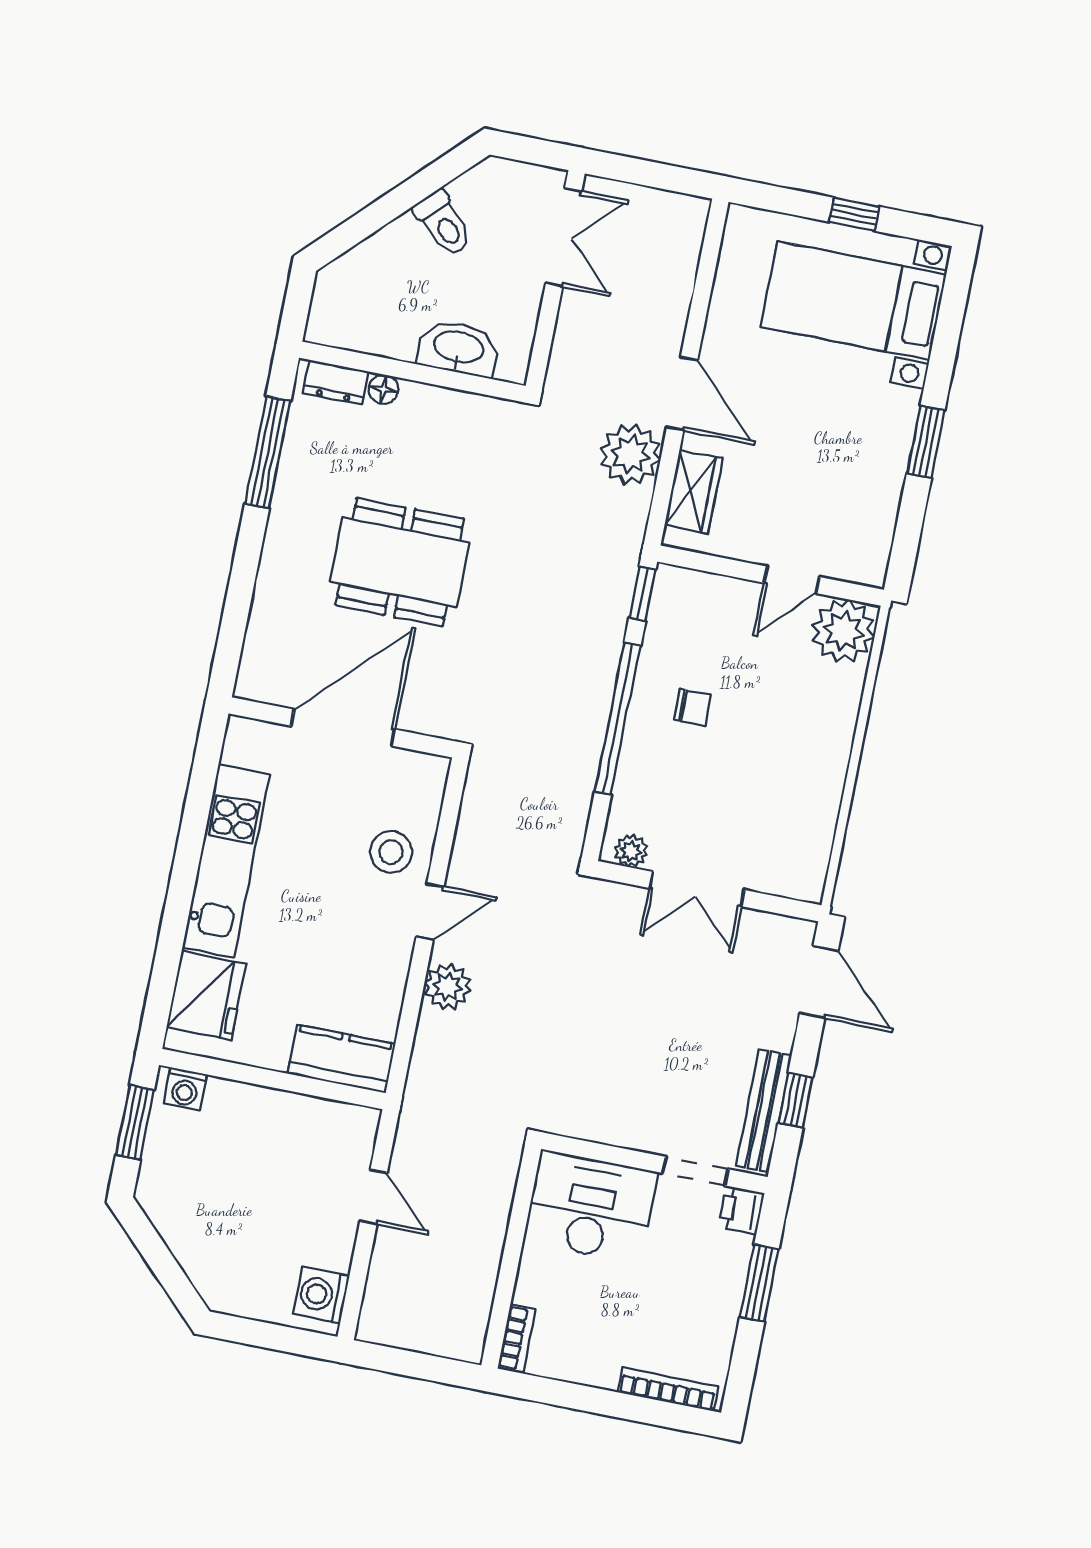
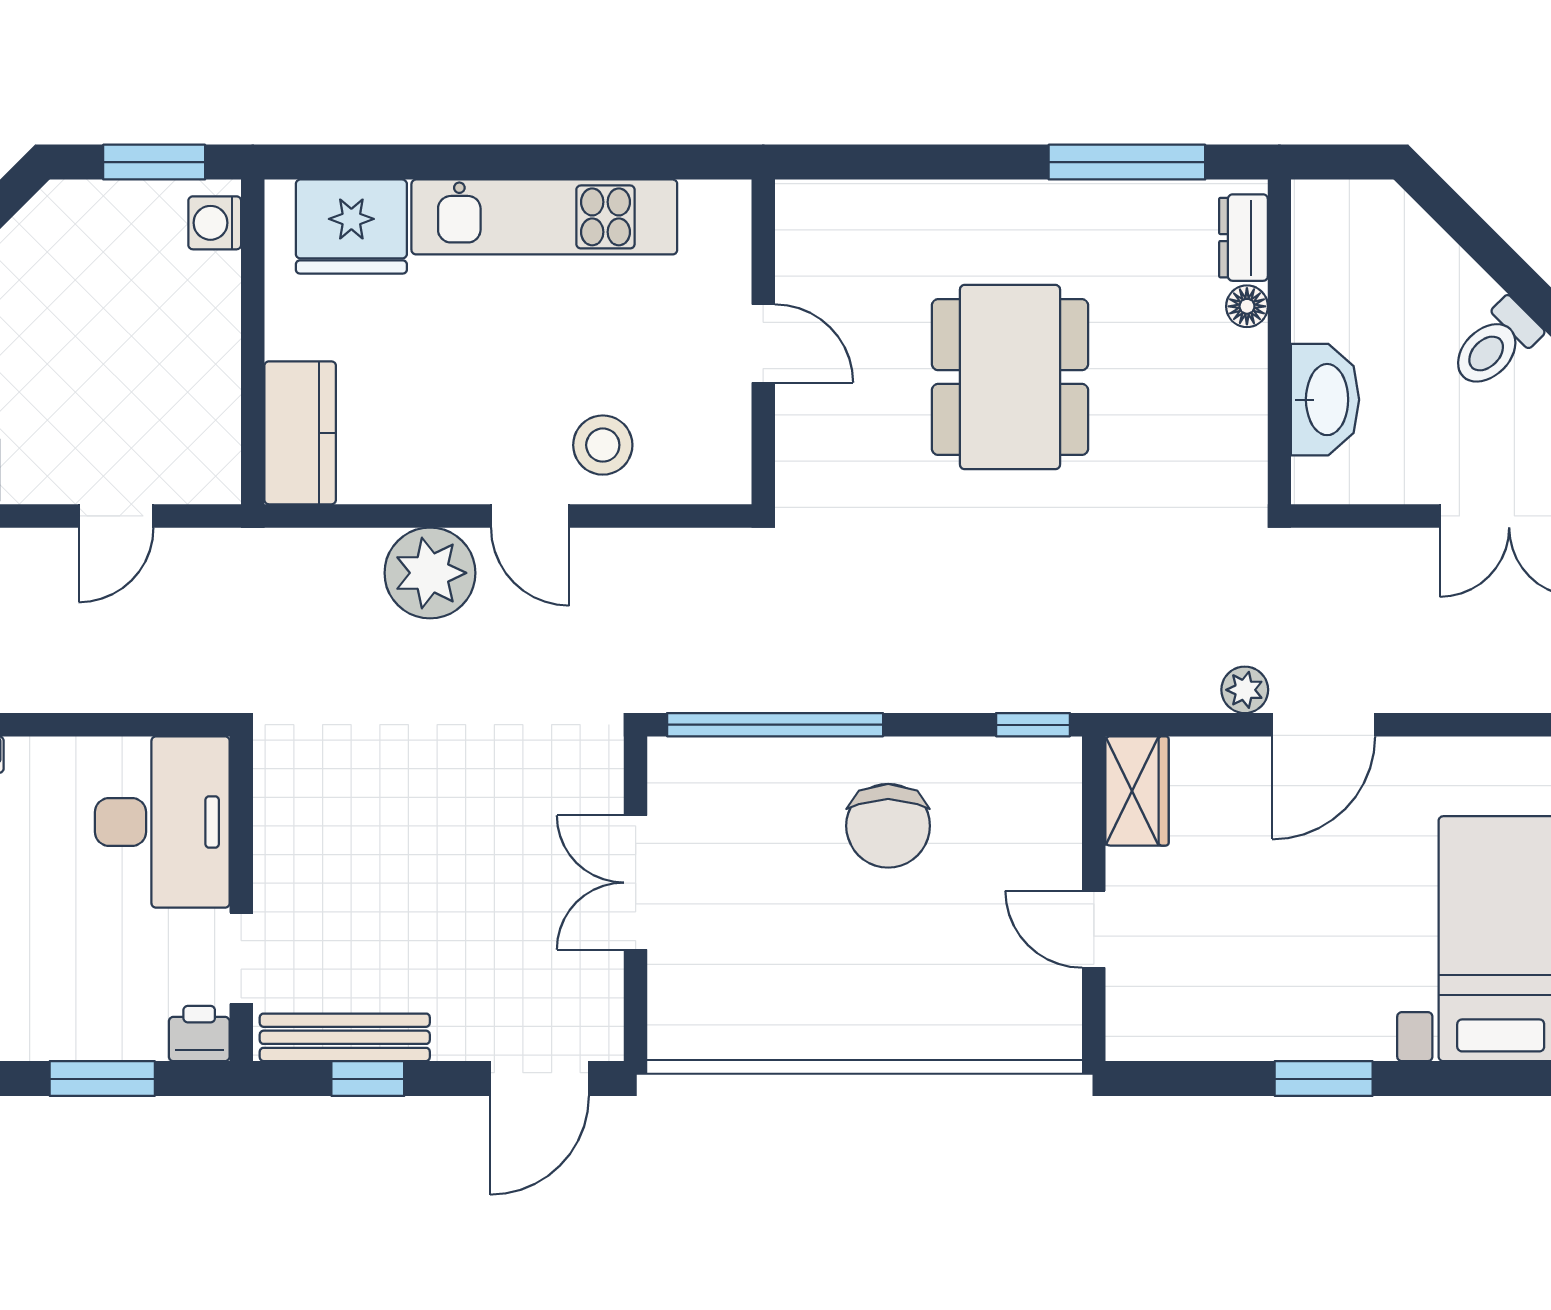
plant: (630, 454) -> (1245, 690), width x0.53, depth x0.53
wardrobe: (694, 492) -> (1137, 791), moved, turned -90
plant: (843, 631) -> (1037, 1016), removed
chair: (692, 707) -> (888, 826), width x1.87, depth x1.87
window: (618, 719) -> (775, 725), moved
door: (343, 728) -> (763, 344), width x0.53
plant: (631, 851) -> (671, 780), removed
plant: (447, 987) -> (430, 573), width x1.36, depth x1.36

